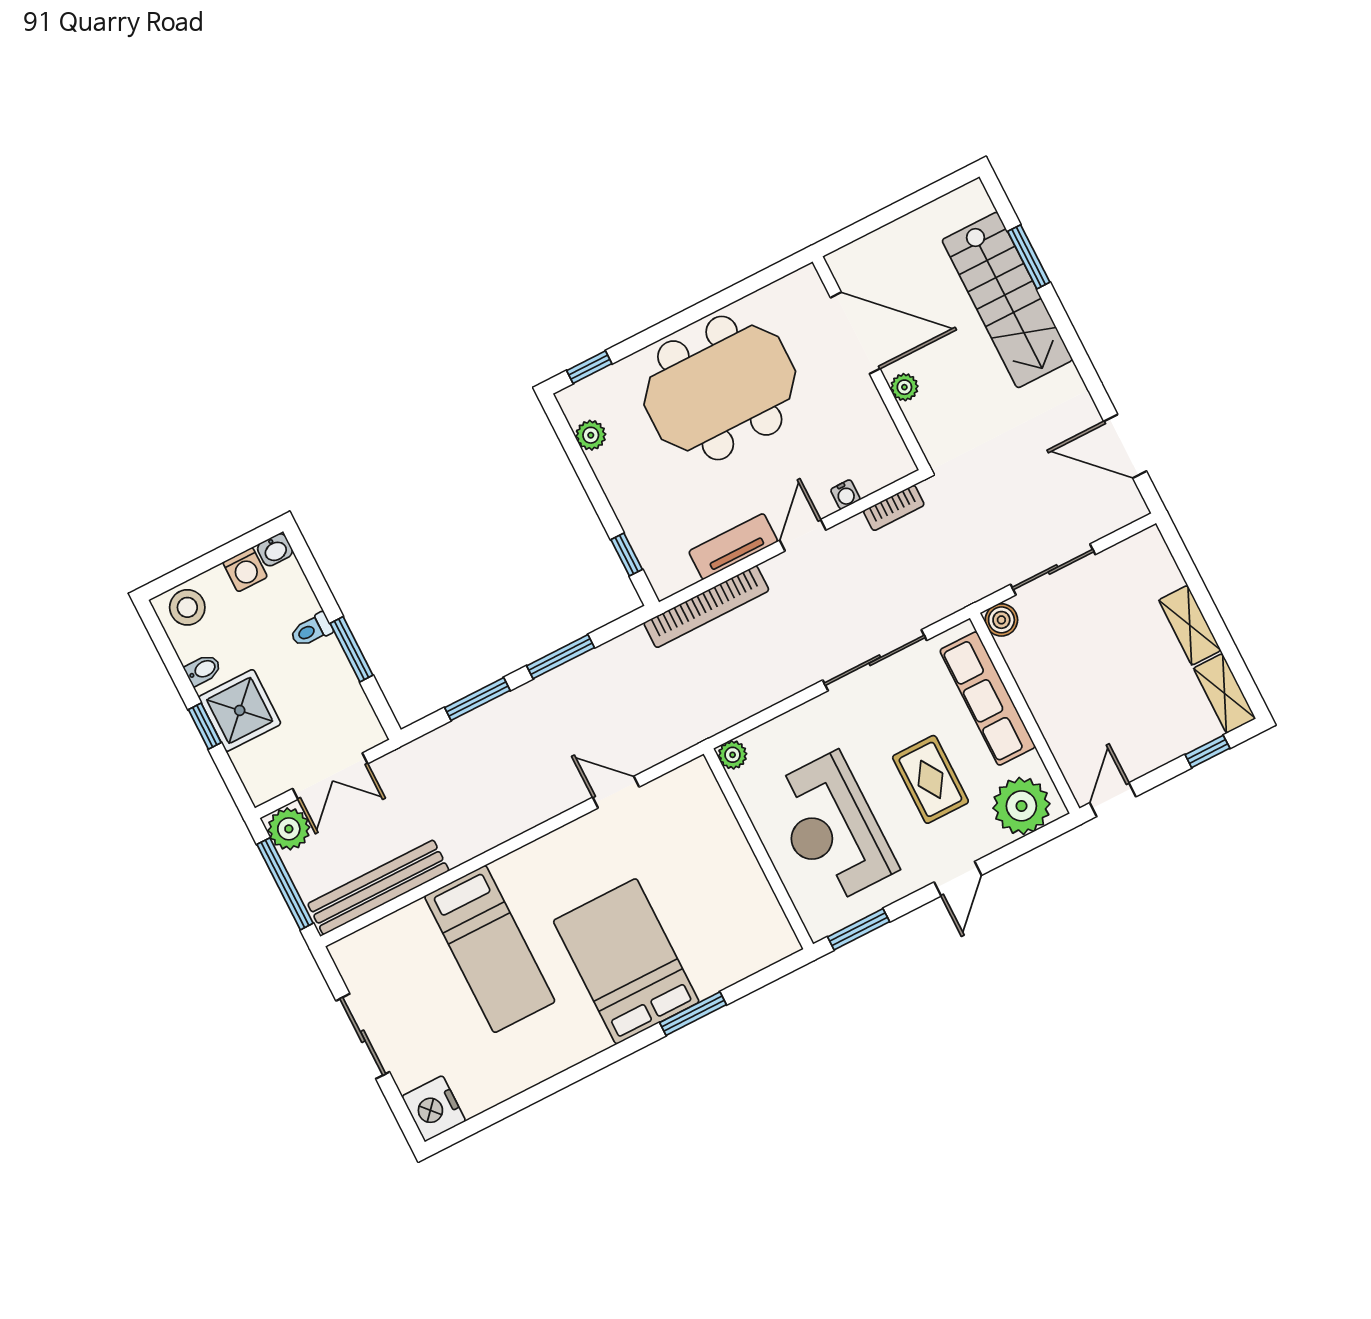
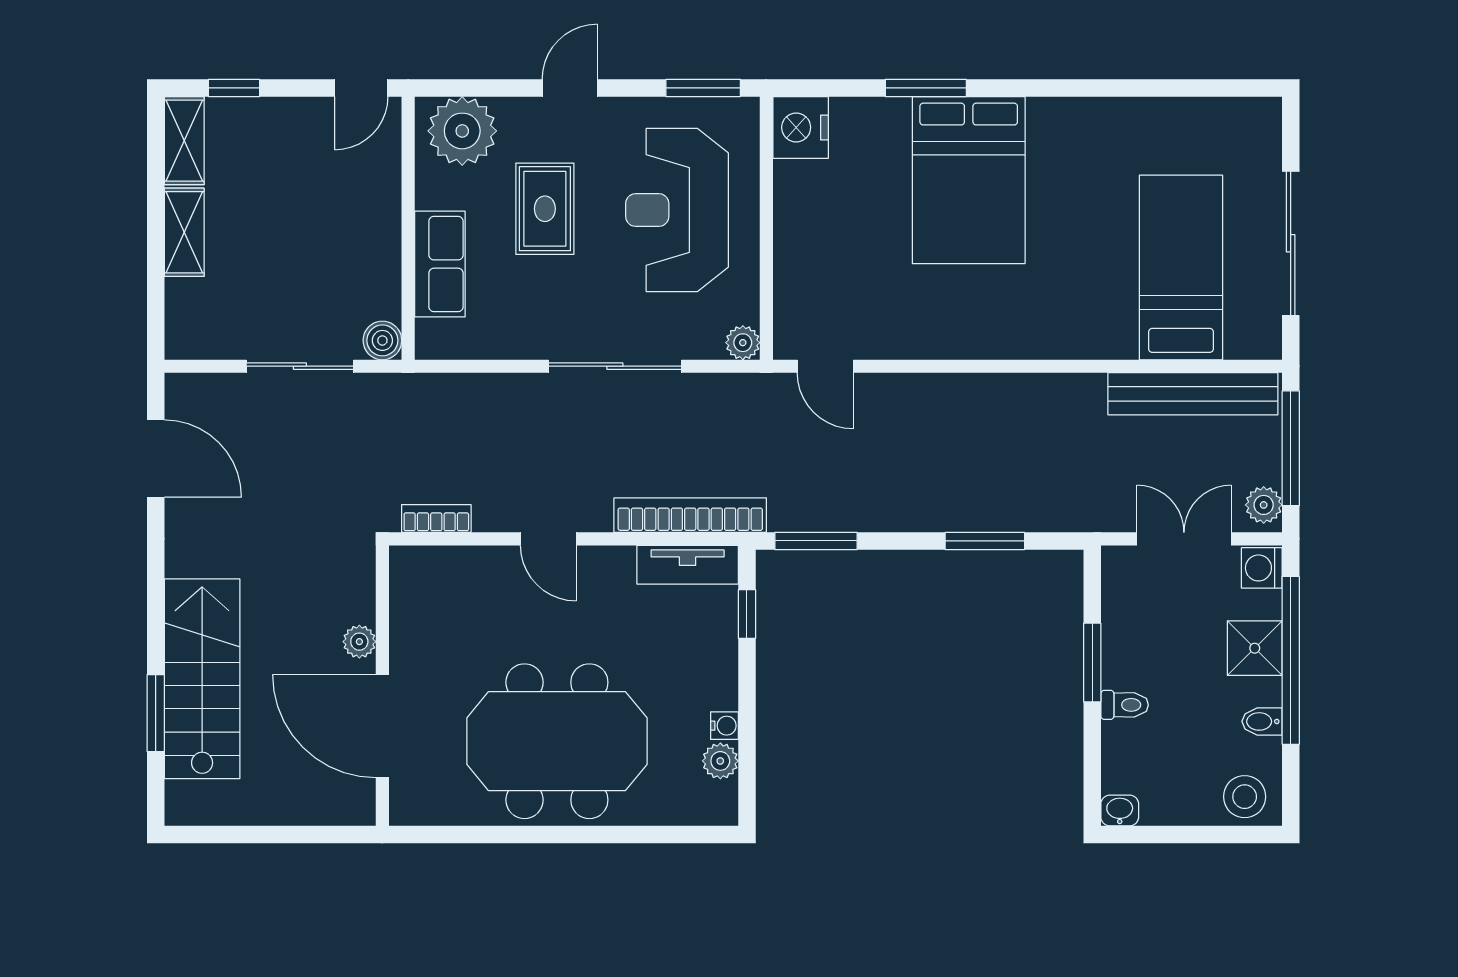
window: (589, 367) -> (685, 834), removed
water cooler: (845, 494) -> (724, 726), moved, turned 90
door: (803, 535) -> (548, 539), hinge flipped
tv unit: (733, 546) -> (688, 565), moved
washing machine: (245, 570) -> (1262, 568), moved, turned -90
window: (560, 657) -> (816, 541), moved
sliding door: (875, 660) -> (615, 366), moved
row of seats: (988, 698) -> (440, 264), width x0.68
shower: (240, 710) -> (1255, 648), width x0.73, depth x0.73
window: (205, 726) -> (1291, 660), width x3.17
door: (616, 792) -> (825, 366), moved
plant: (289, 829) -> (1264, 505), width x0.73, depth x0.73
reception desk: (832, 829) -> (677, 210), turned 180
bed: (490, 949) -> (1181, 267), moved
sliding door: (363, 1036) -> (1291, 243), width x1.37
nightstand: (434, 1109) -> (801, 127), moved, turned 180

